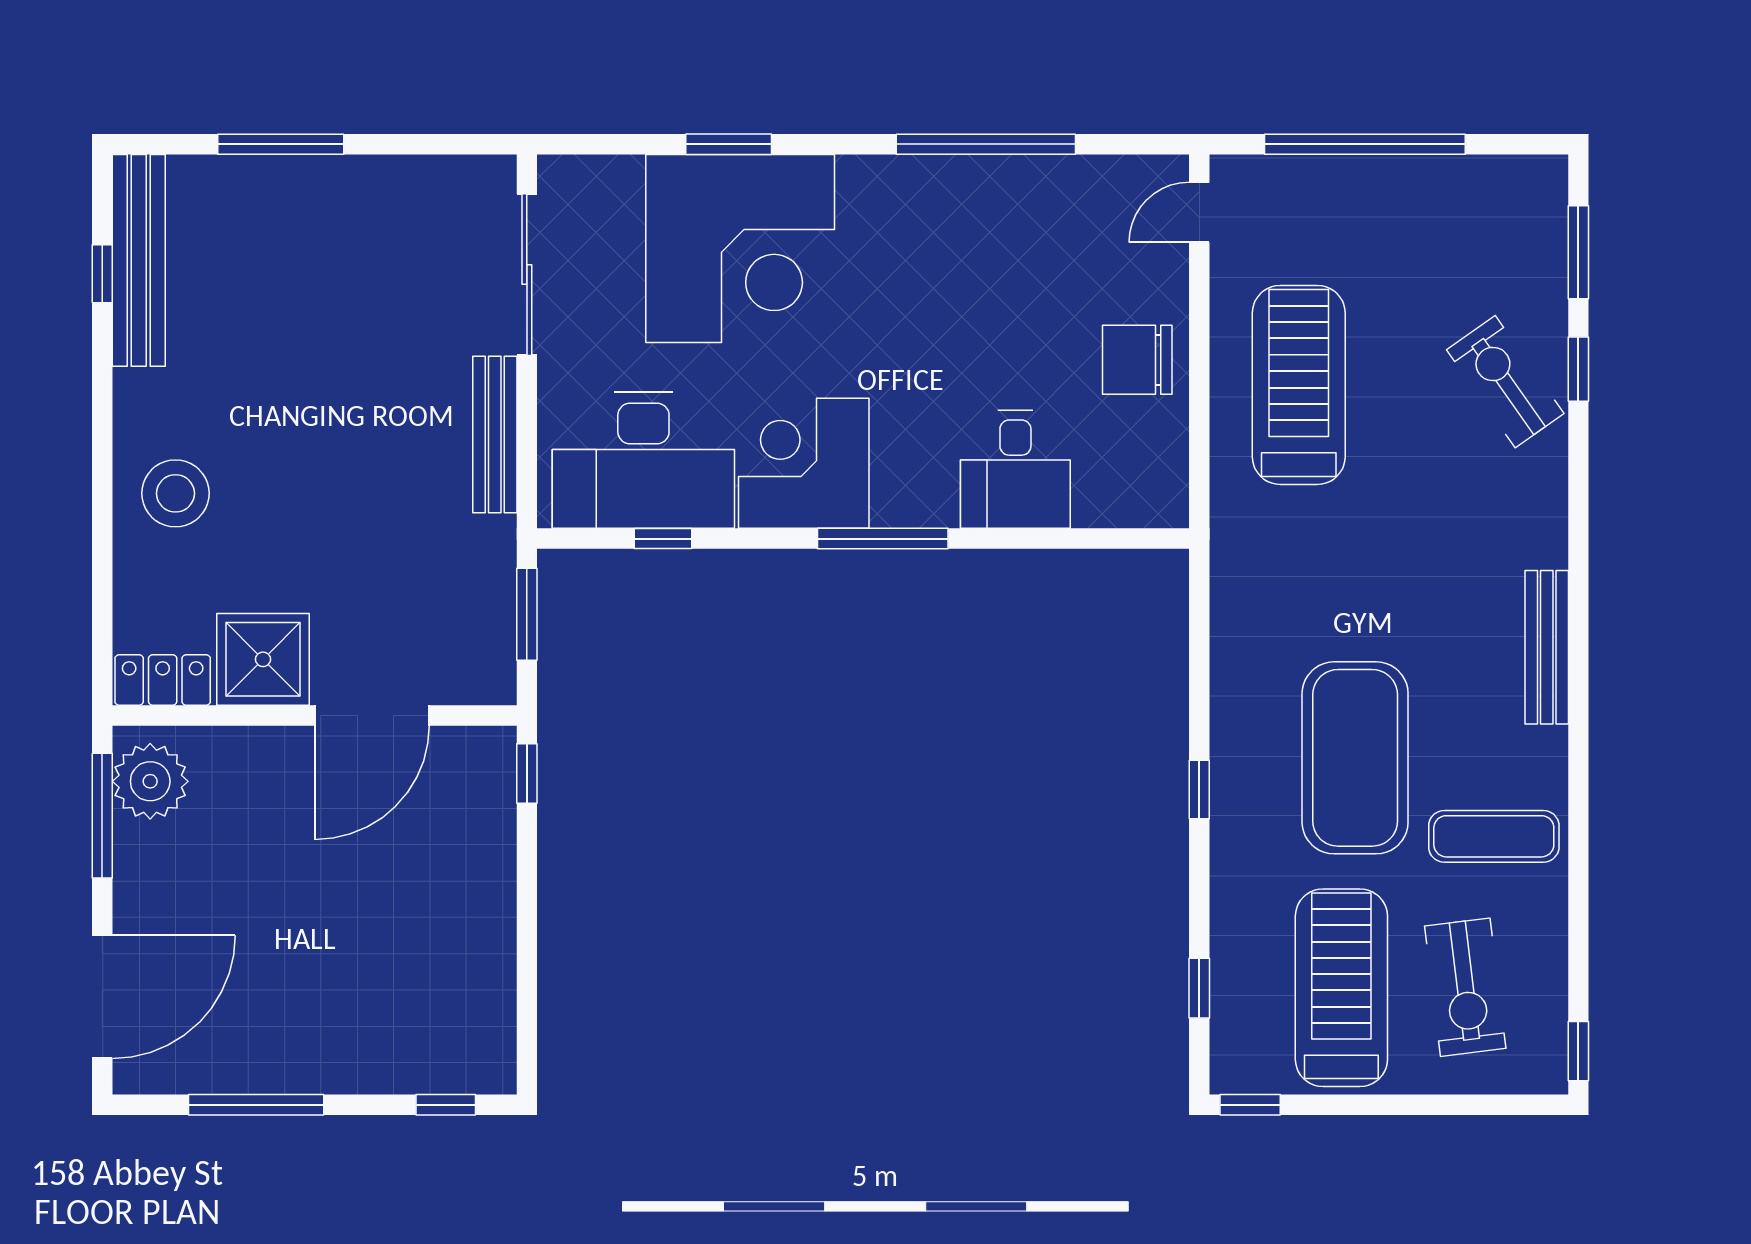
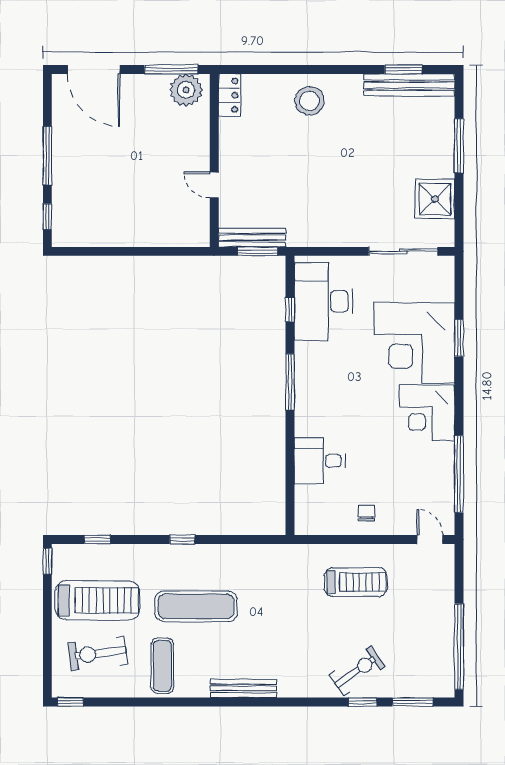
window: (986, 144) -> (459, 474), moved
window: (1365, 144) -> (459, 647), moved
window: (102, 274) -> (403, 69), width x1.50
chair: (1137, 360) -> (367, 513), width x0.54, depth x0.54
treadmill: (1299, 385) -> (356, 582), width x0.73, depth x0.73
bench: (495, 434) -> (252, 238), moved
corner desk: (804, 463) -> (427, 413), moved, turned 180
window: (883, 539) -> (290, 382), moved
shower: (263, 659) -> (435, 199), moved
door: (372, 715) -> (214, 185), width x0.53
exercise mat: (1355, 758) -> (196, 606), width x0.68
window: (527, 773) -> (189, 251), removed
window: (256, 1105) -> (47, 156), moved

